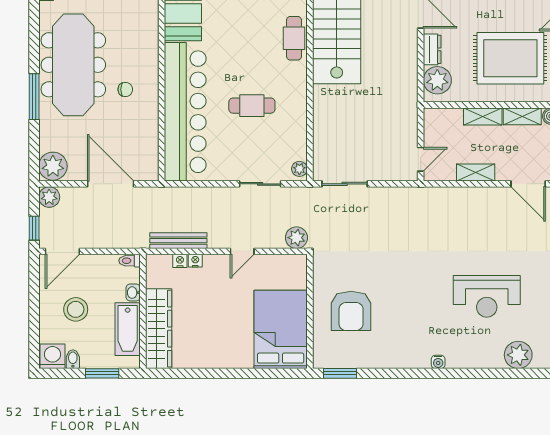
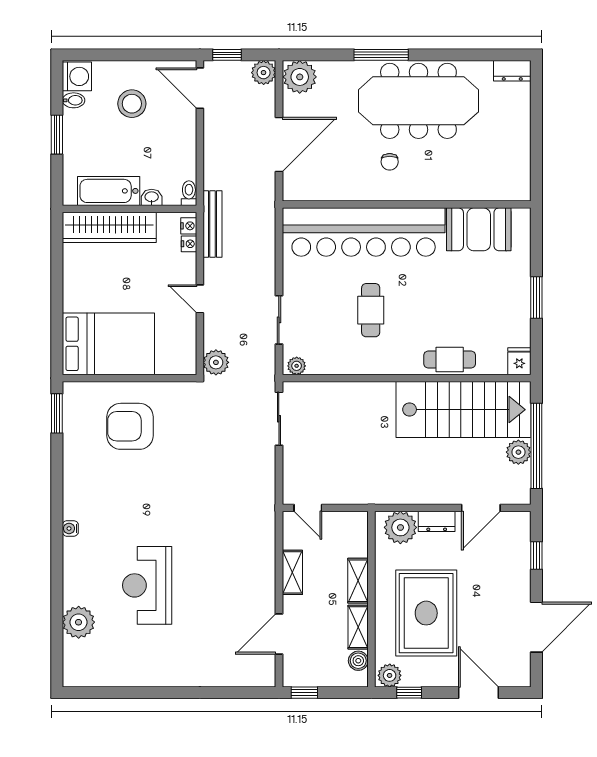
toilet: (130, 261) -> (189, 193), moved
washbasin: (133, 293) -> (152, 197), moved
wall: (143, 311) -> (129, 209), moved
bathtub: (128, 329) -> (109, 191), moved
wardrobe: (159, 329) -> (109, 227), moved

